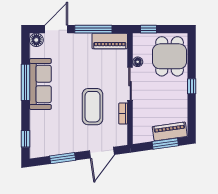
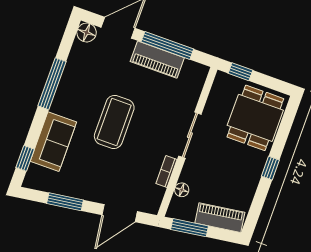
piano: (110, 41) -> (157, 60), moved
floor lamp: (138, 62) -> (182, 190), moved
sofa: (40, 84) -> (53, 142), moved, width x0.73
coffee table: (93, 107) -> (114, 122), moved
window: (165, 144) -> (190, 228), moved

